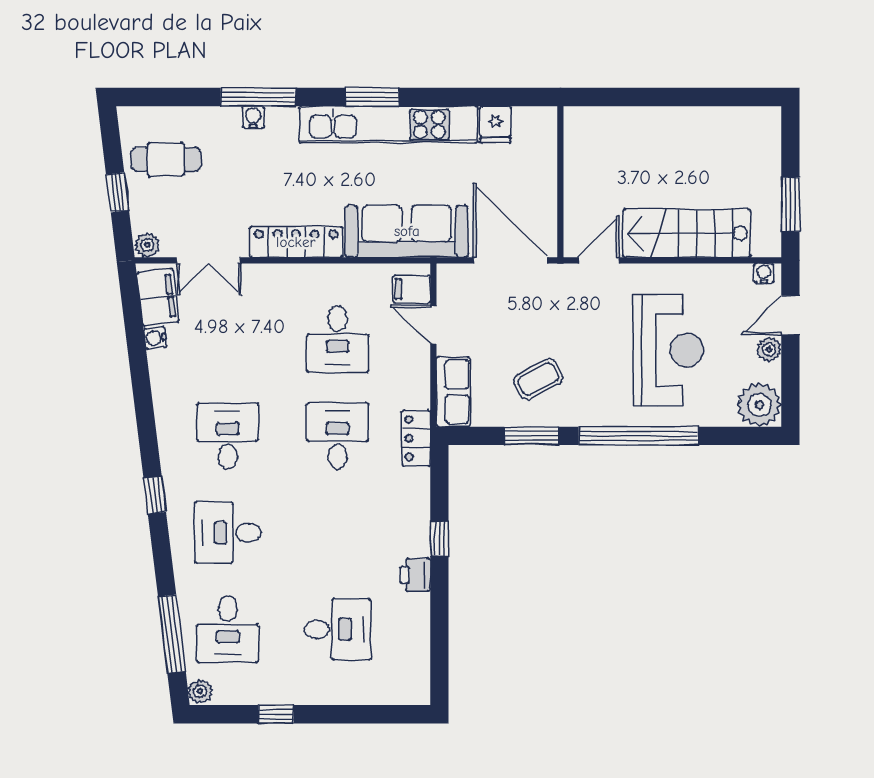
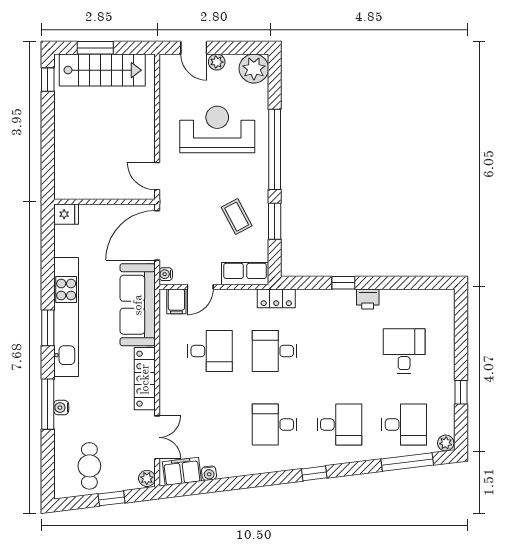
window: (743, 97) -> (48, 80), added
fridge: (495, 124) -> (66, 214), moved
window: (790, 204) -> (95, 48), moved
stairs: (687, 233) -> (102, 70), moved, turned -90
water cooler: (764, 273) -> (166, 274), moved
desk: (228, 533) -> (339, 425), turned -90

